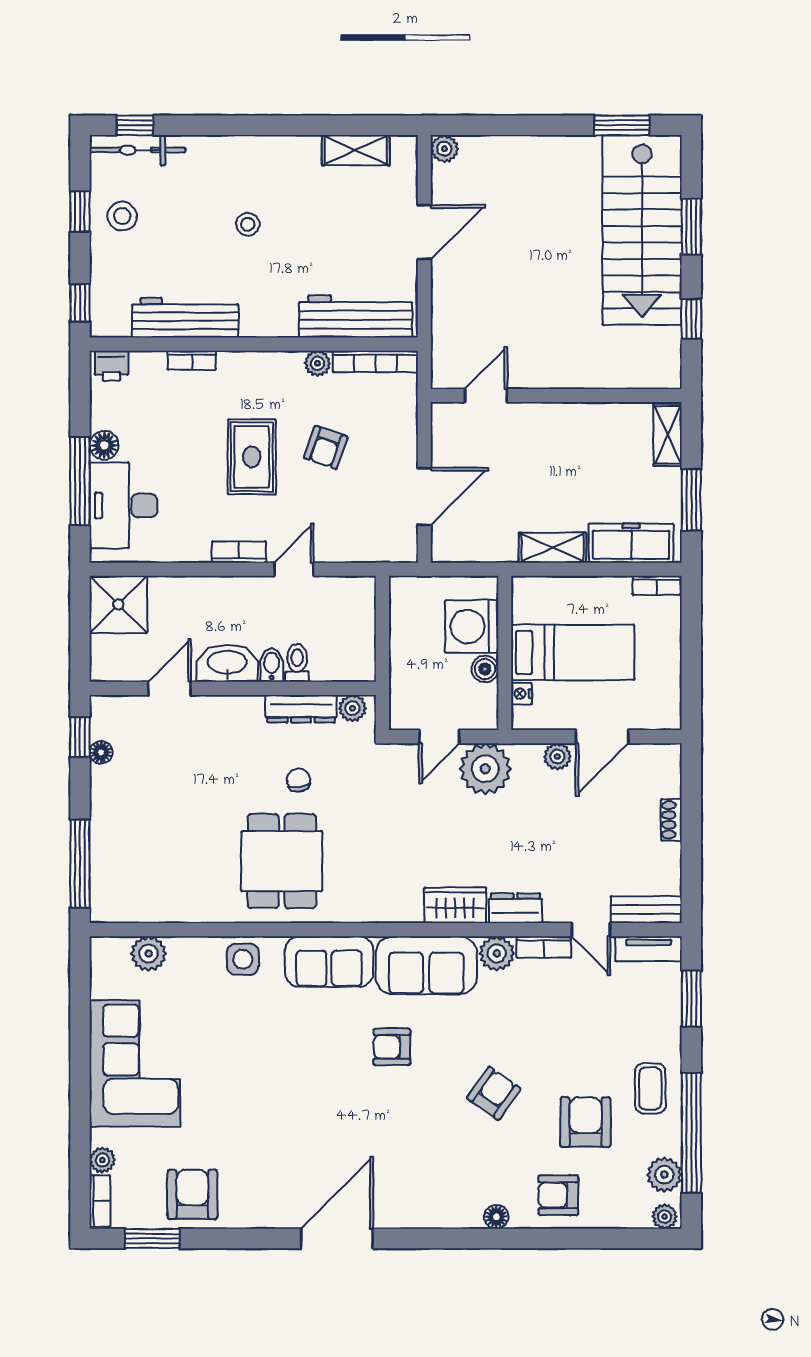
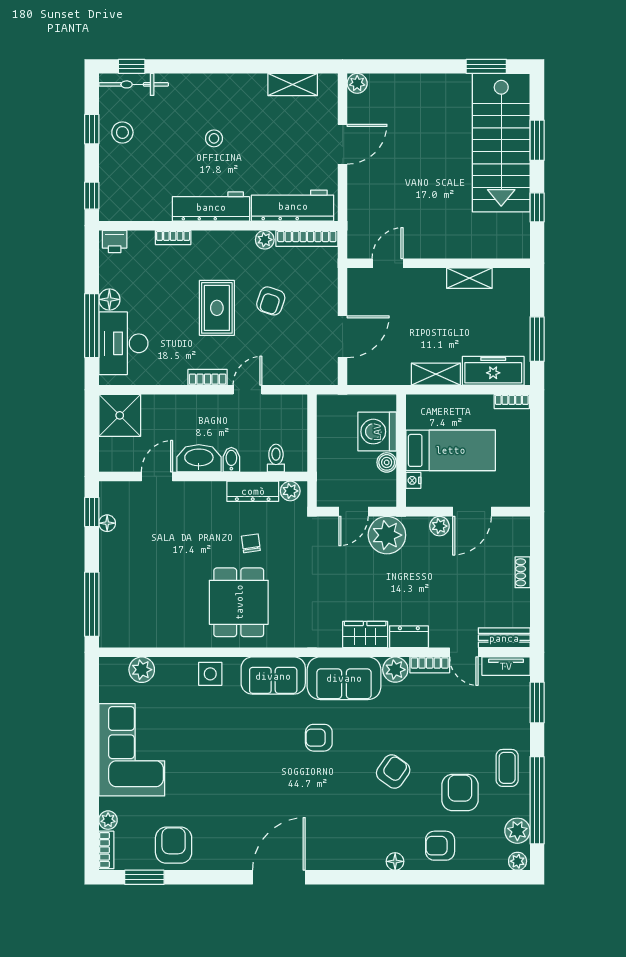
workbench: (185, 318) -> (211, 207), moved
shelving: (668, 435) -> (469, 278), moved, turned 90
toilet: (297, 663) -> (276, 458), moved

